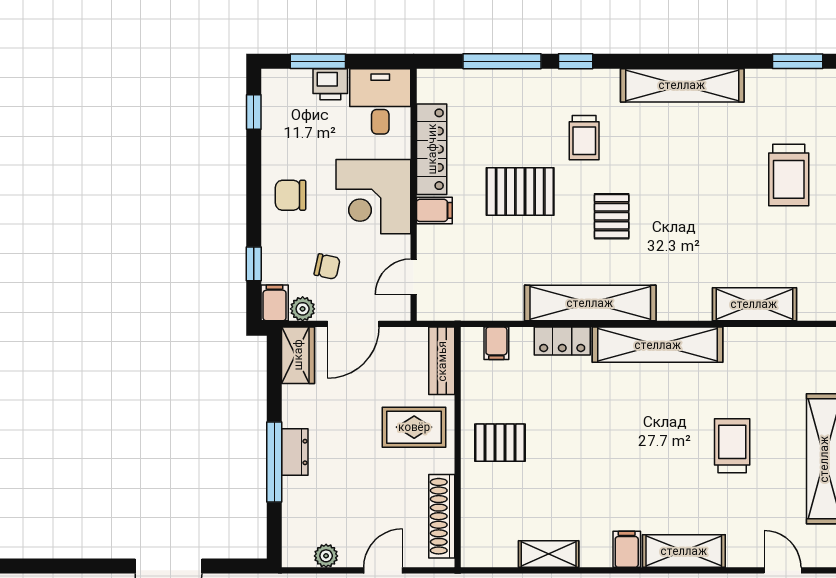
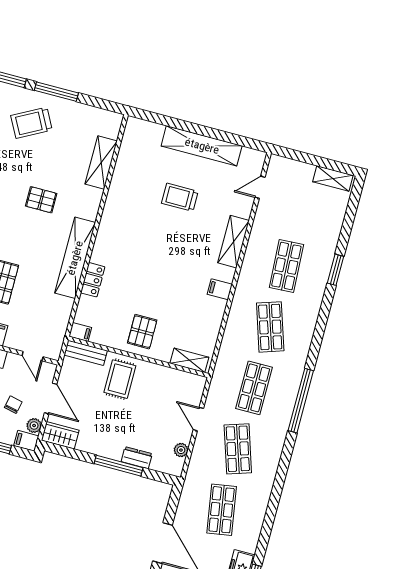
trolley: (789, 175) -> (31, 123), turned 152
pallet: (612, 216) -> (41, 200), moved
filing cabinet: (496, 343) -> (80, 332), moved
shelving: (658, 345) -> (110, 225), removed
dresser: (295, 452) -> (137, 458), moved
shoe rack: (442, 516) -> (176, 377), removed
filing cabinet: (627, 549) -> (220, 289), moved
shelving: (549, 554) -> (189, 360), moved, turned 90

